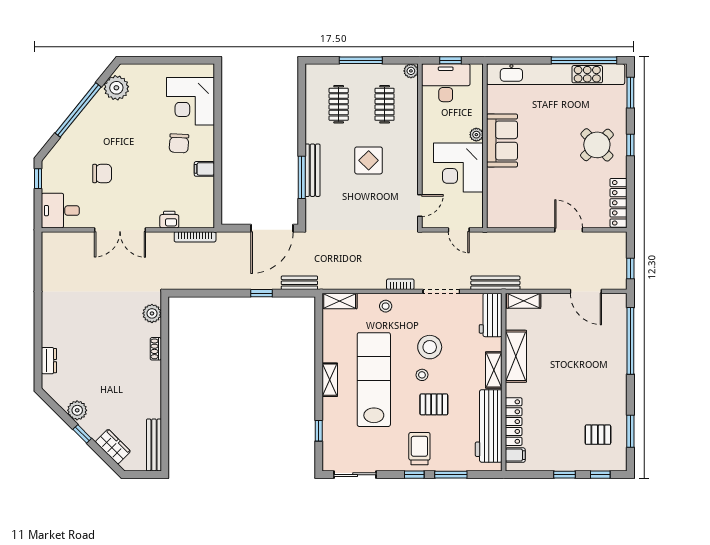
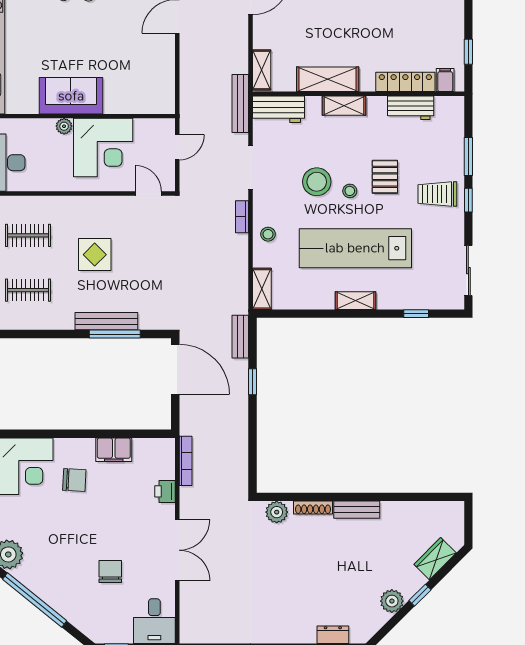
filing cabinet: (204, 169) -> (114, 450), width x2.00
shoe rack: (156, 349) -> (313, 508), width x1.43
workbench: (489, 426) -> (411, 108), width x0.53, depth x0.76
bench: (154, 445) -> (357, 510), moved, width x0.73
window: (564, 475) -> (468, 52), moved

